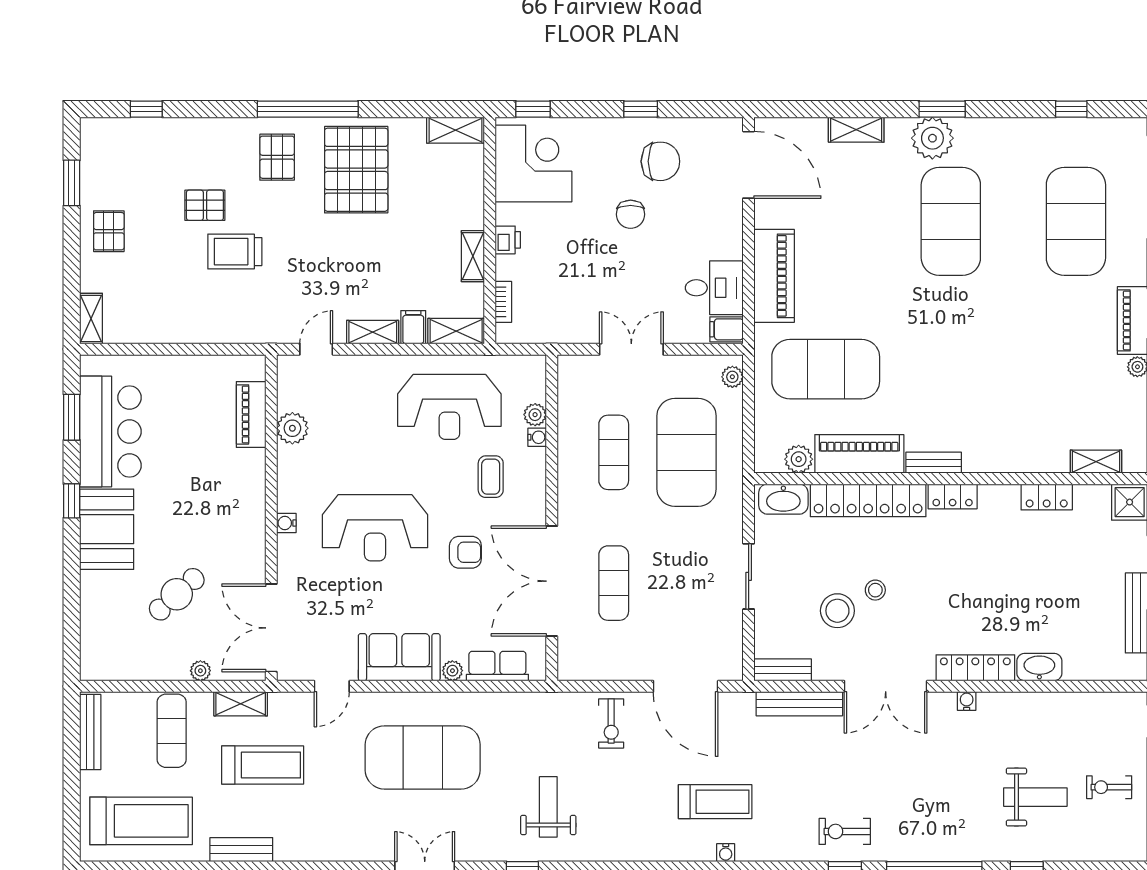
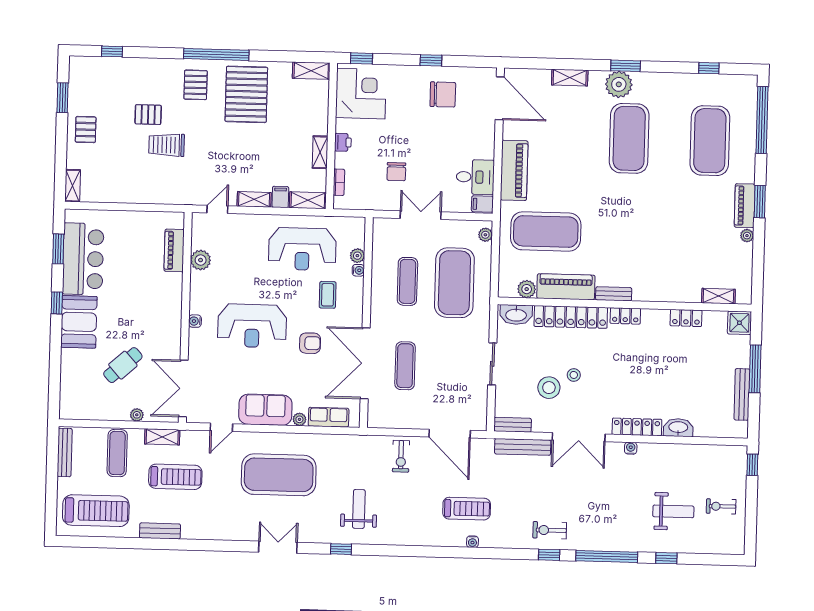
chair: (631, 214) -> (396, 172), moved

